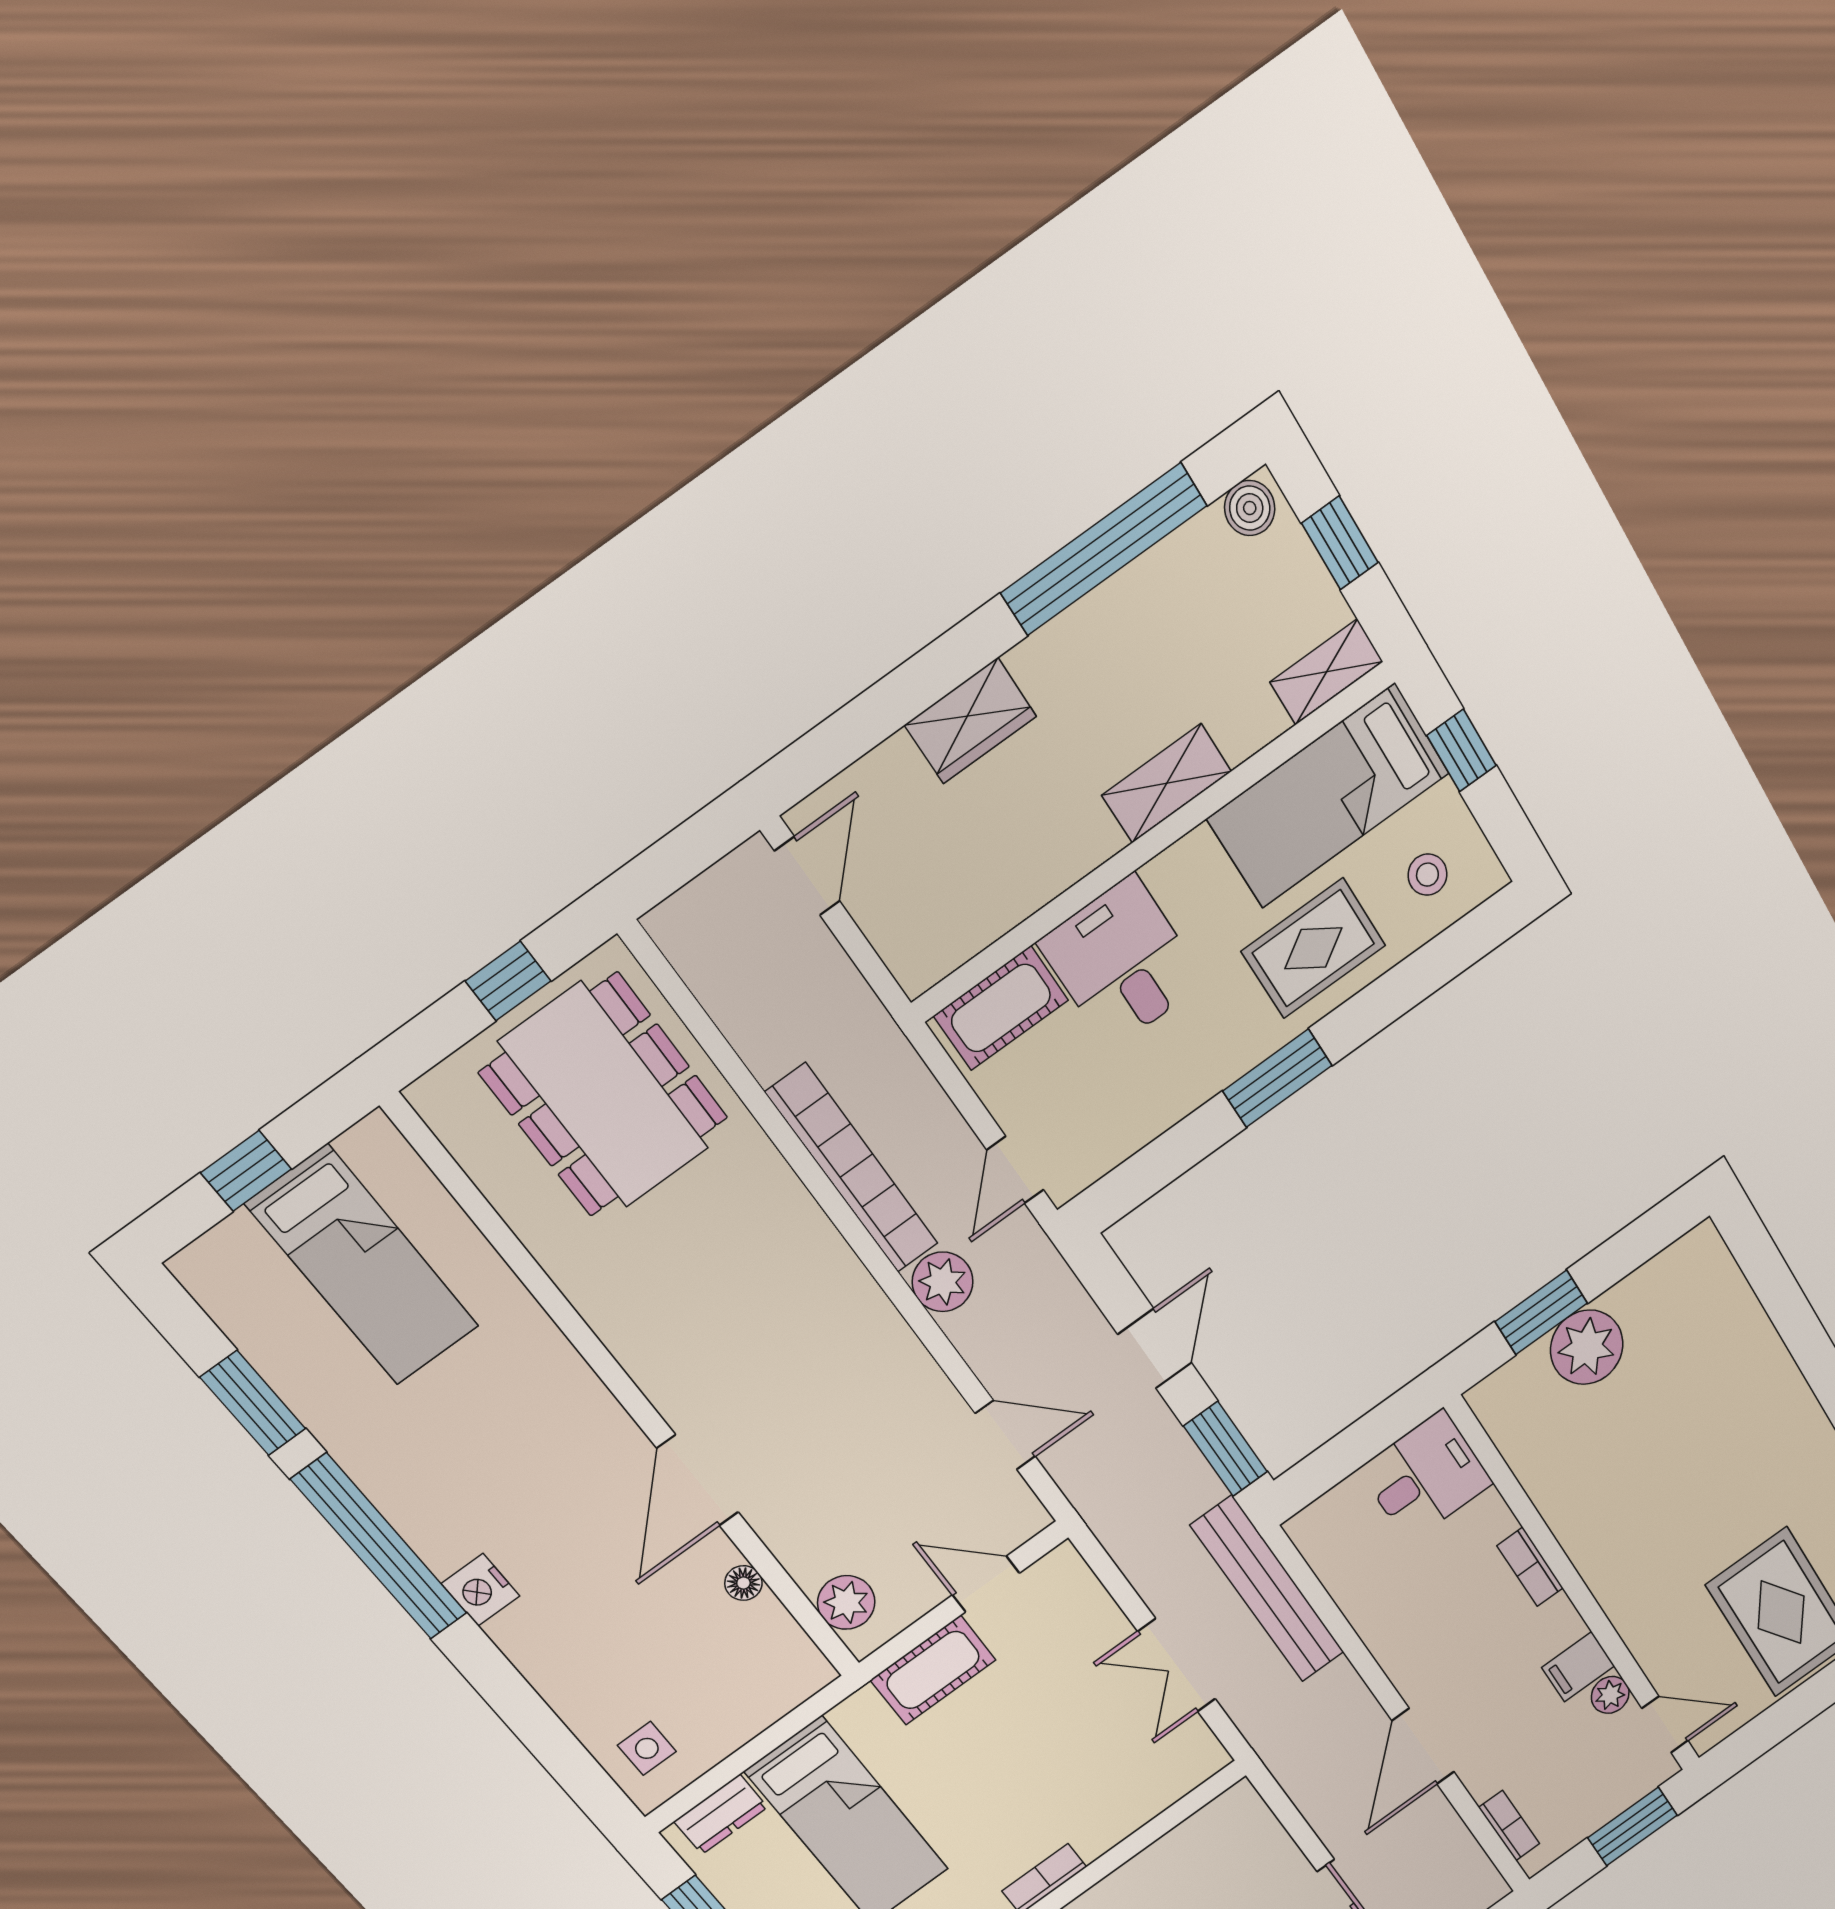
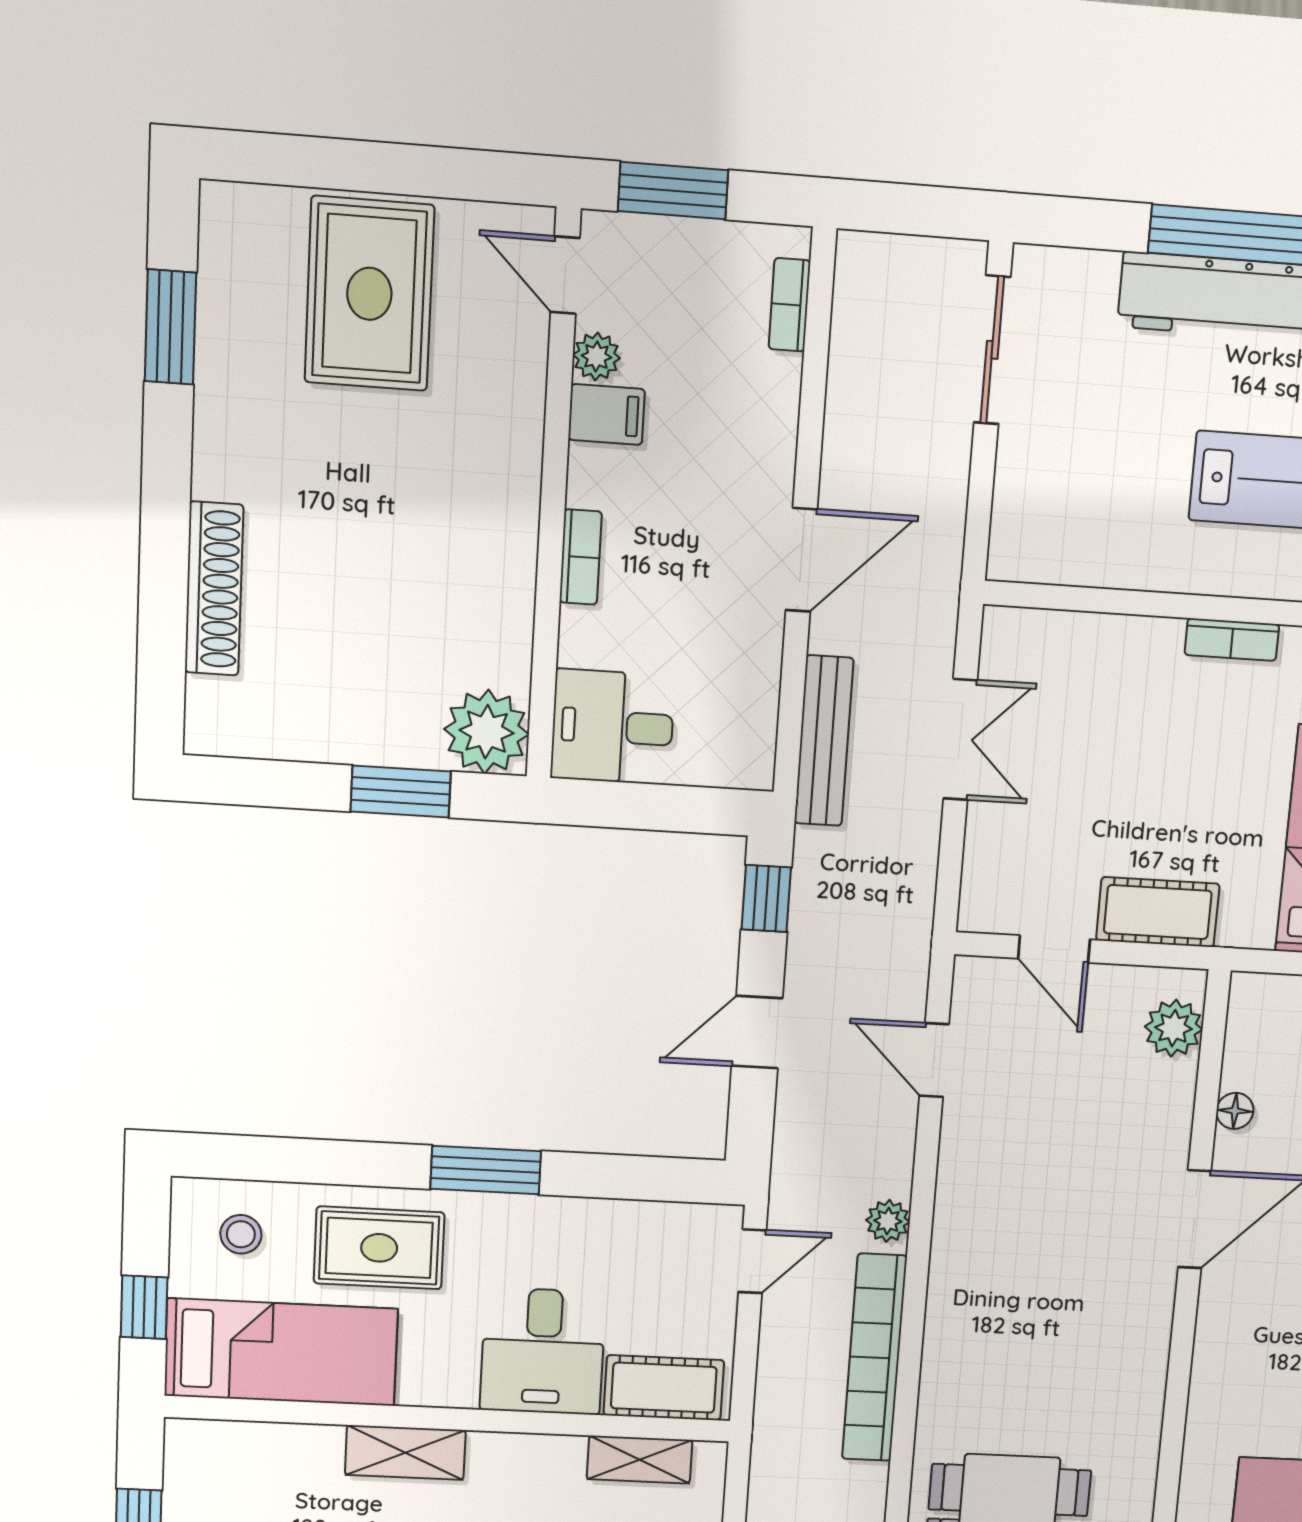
shelving: (1327, 672) -> (640, 1460), moved
plant: (943, 1282) -> (888, 1221), width x0.73, depth x0.73
plant: (1587, 1347) -> (487, 732), moved
shoe rack: (1761, 1347) -> (214, 589), added
window: (1225, 1449) -> (766, 898), width x0.67
bench: (1268, 1589) -> (824, 741), width x0.73, depth x0.82
door: (1423, 1746) -> (801, 560), moved

